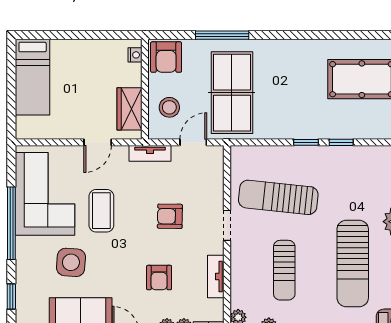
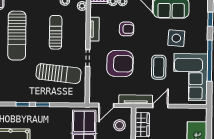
tv unit: (150, 153) -> (136, 99), width x1.41
armchair: (170, 216) -> (120, 64), width x1.88, depth x1.88
sun lounger: (353, 263) -> (17, 36), turned 180
armchair: (159, 278) -> (127, 29), turned 90

